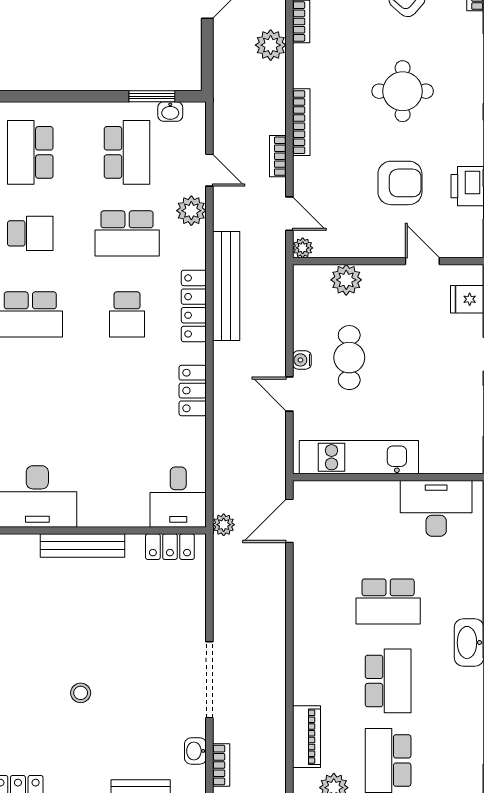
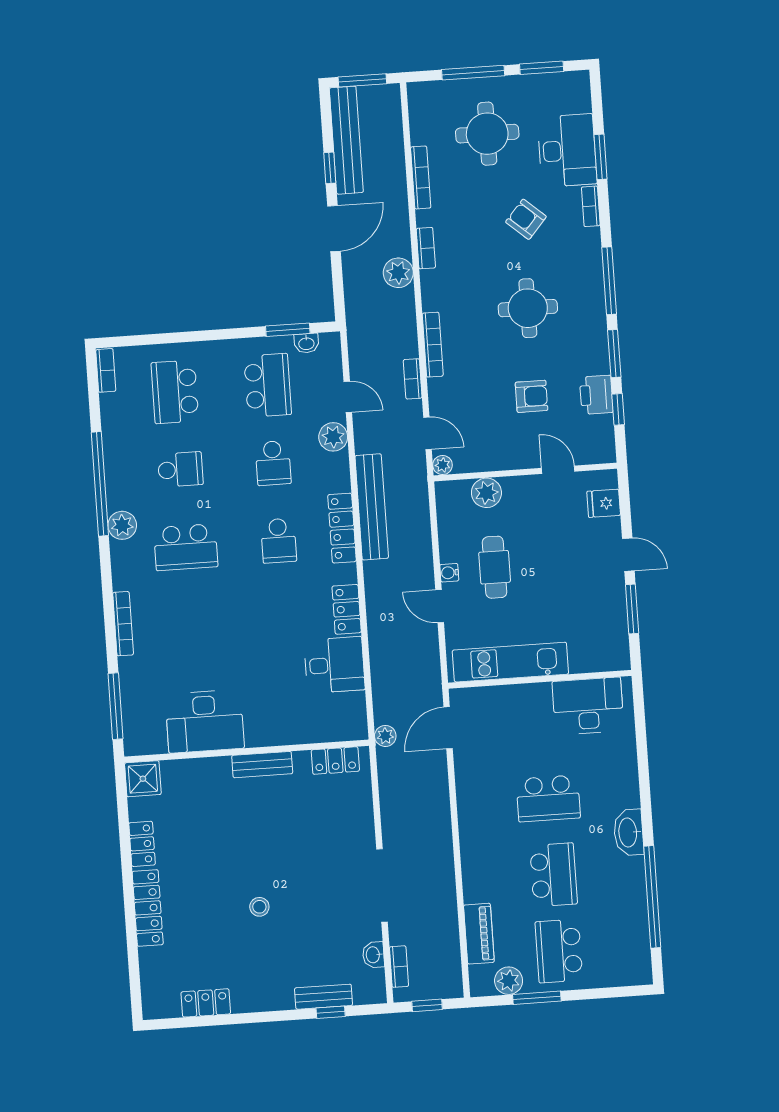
armchair: (400, 183) -> (531, 396), width x0.72, depth x0.72
school desk: (127, 233) -> (273, 463), width x0.54
desk: (178, 497) -> (334, 665), moved, turned -90
bench: (83, 546) -> (262, 765), width x0.73

